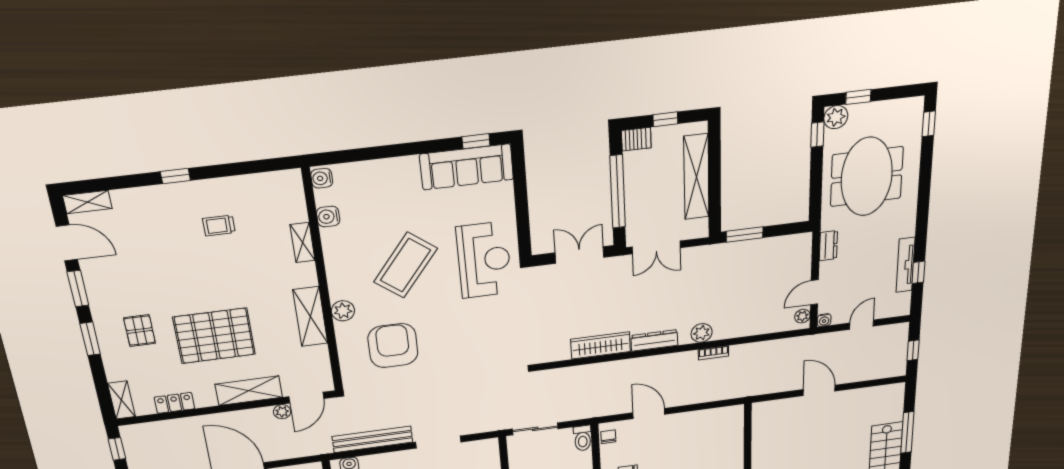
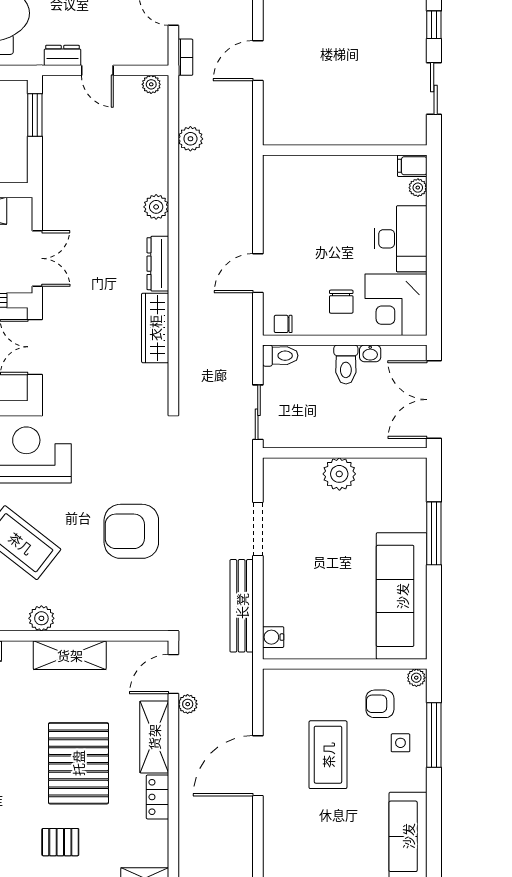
window: (745, 235) -> (35, 115), moved
door: (814, 292) -> (97, 70), moved
plant: (343, 311) -> (41, 618), moved
water cooler: (824, 320) -> (160, 57), removed
armchair: (393, 346) -> (131, 531), moved
plant: (757, 351) -> (190, 139), added
bookcase: (713, 353) -> (185, 57), moved
door: (306, 398) -> (173, 674), swing flipped
locker: (174, 403) -> (158, 797), moved

